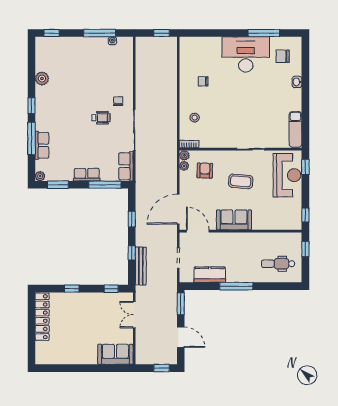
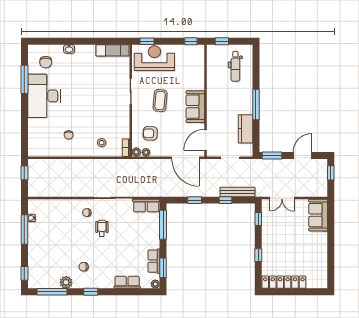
chair: (59, 98) -> (84, 267), added
window: (32, 138) -> (52, 292), moved
row of seats: (87, 175) -> (154, 261), moved

